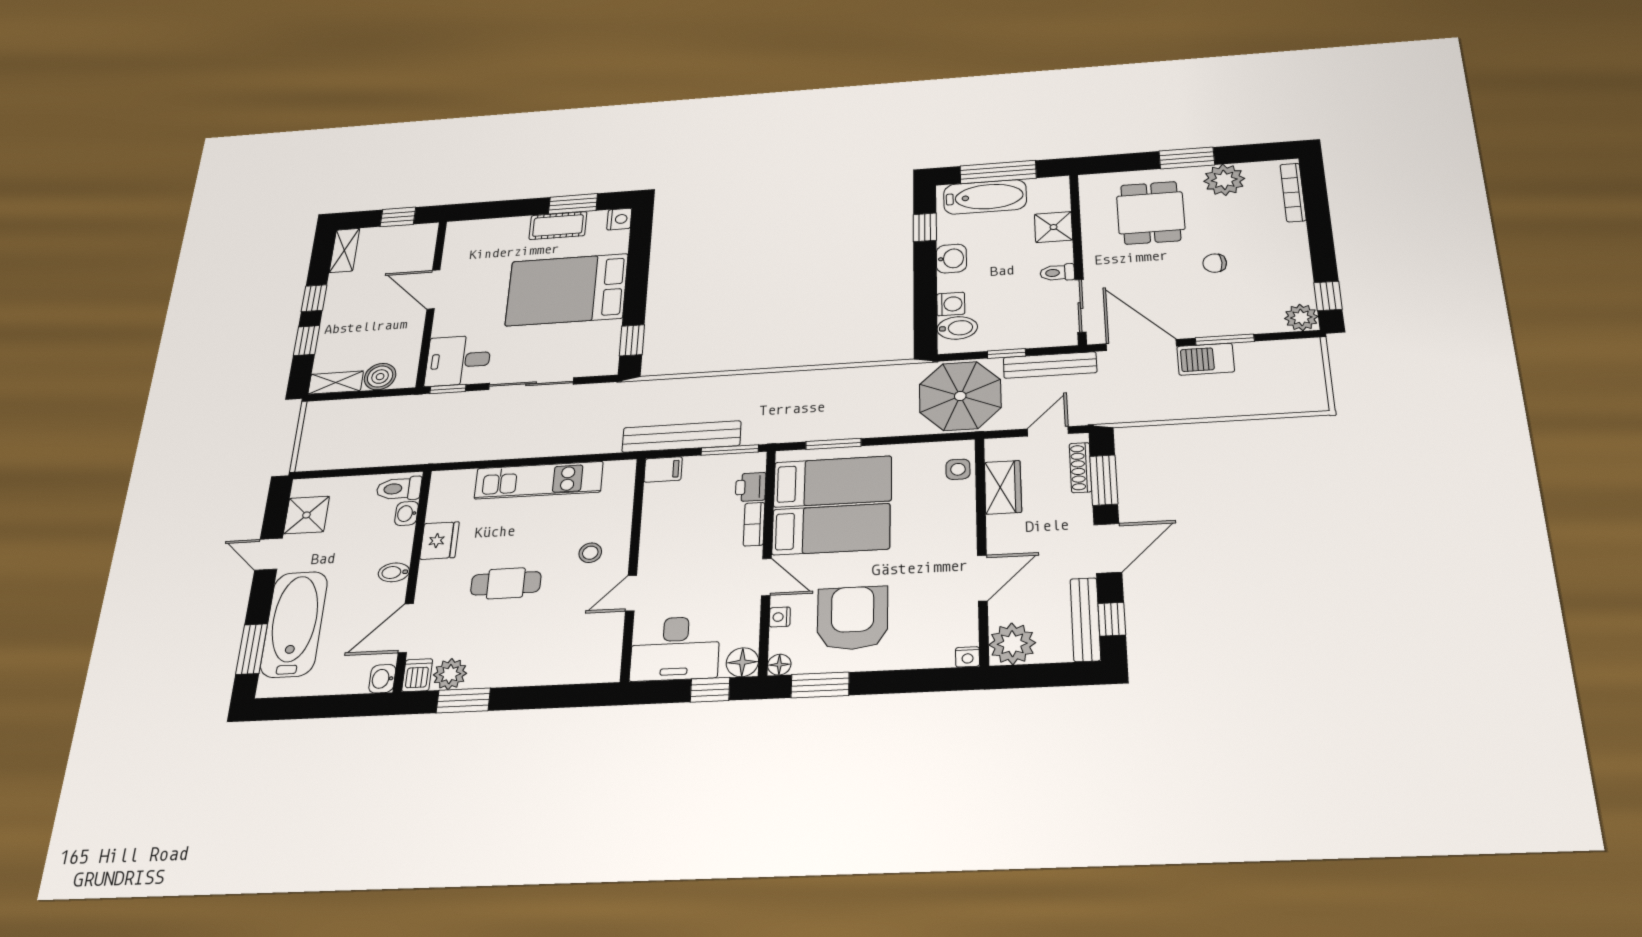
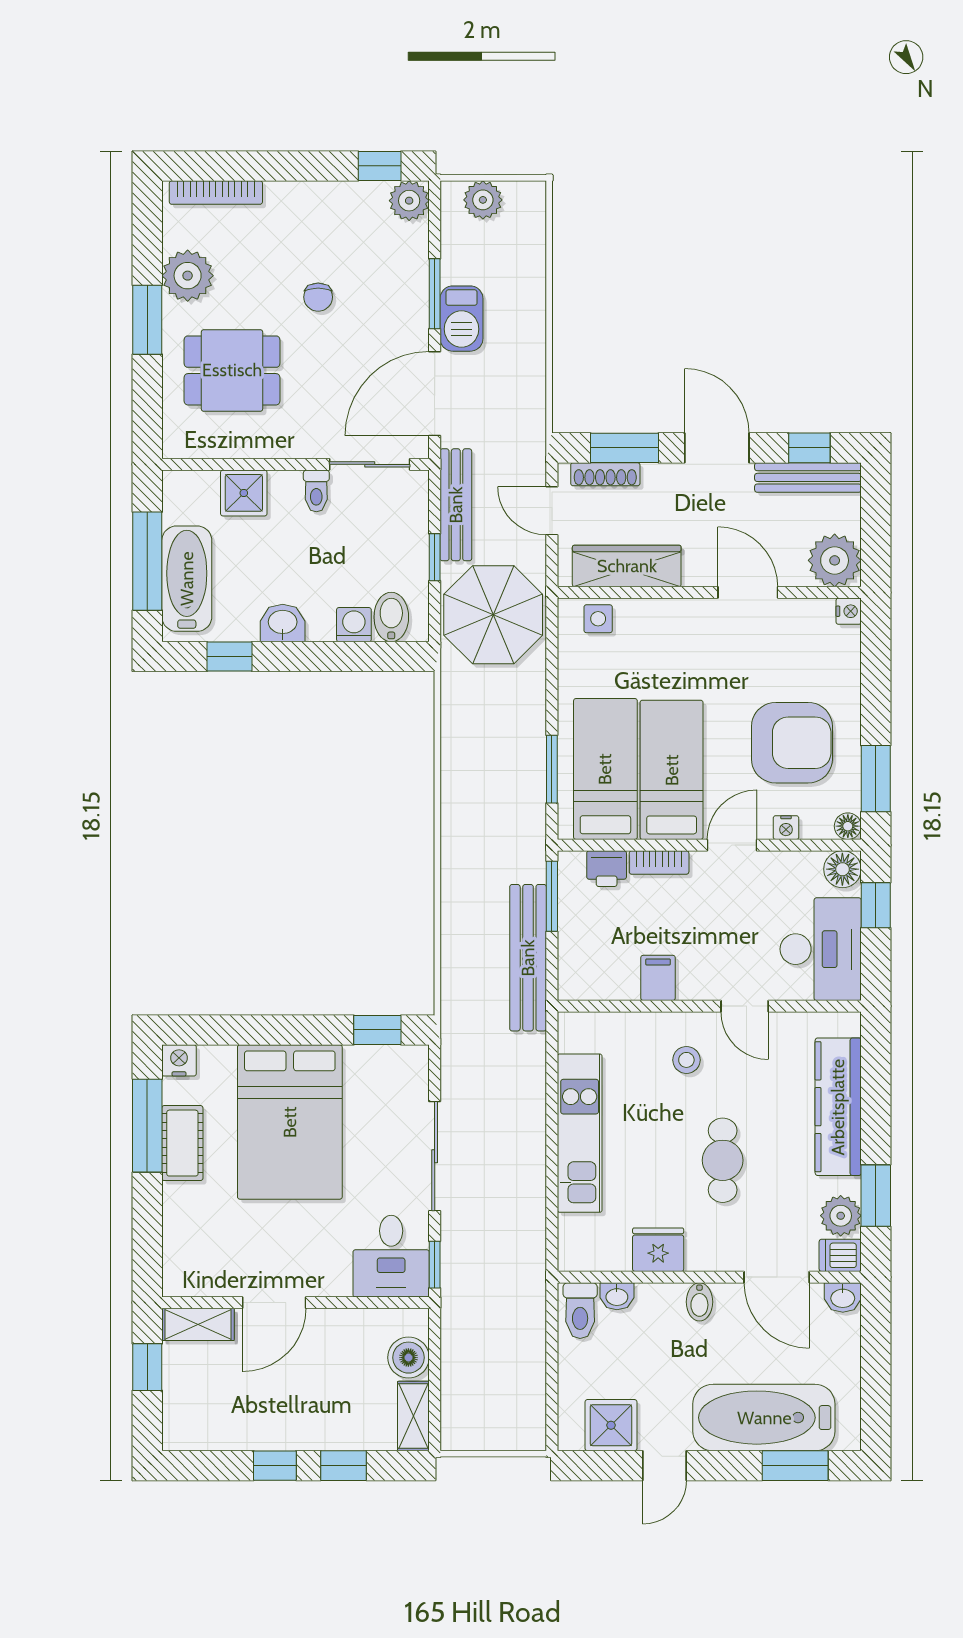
window: (573, 204) -> (147, 1126), width x1.44
shelving: (344, 250) -> (198, 1324), moved
plant: (1308, 368) -> (483, 200), added
filing cabinet: (663, 469) -> (658, 978), moved
wardrobe: (1003, 487) -> (627, 566), width x1.50
armchair: (852, 618) -> (792, 743), turned 180
kitchen counter: (541, 668) -> (838, 1107), added

